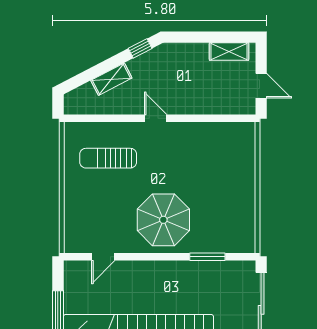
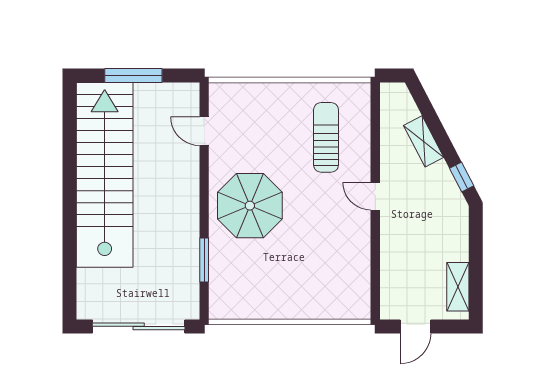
door: (156, 118) -> (375, 196), swing flipped

